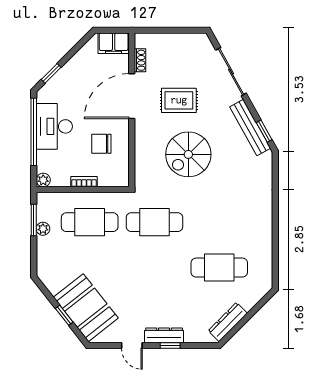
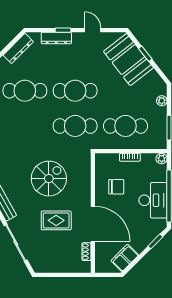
filing cabinet: (114, 43) -> (125, 258), moved, turned -45
door: (132, 96) -> (93, 224), hinge flipped
plant: (43, 229) -> (162, 101), moved
cafe table: (154, 268) -> (75, 91), added
dresser: (164, 335) -> (56, 38), moved

